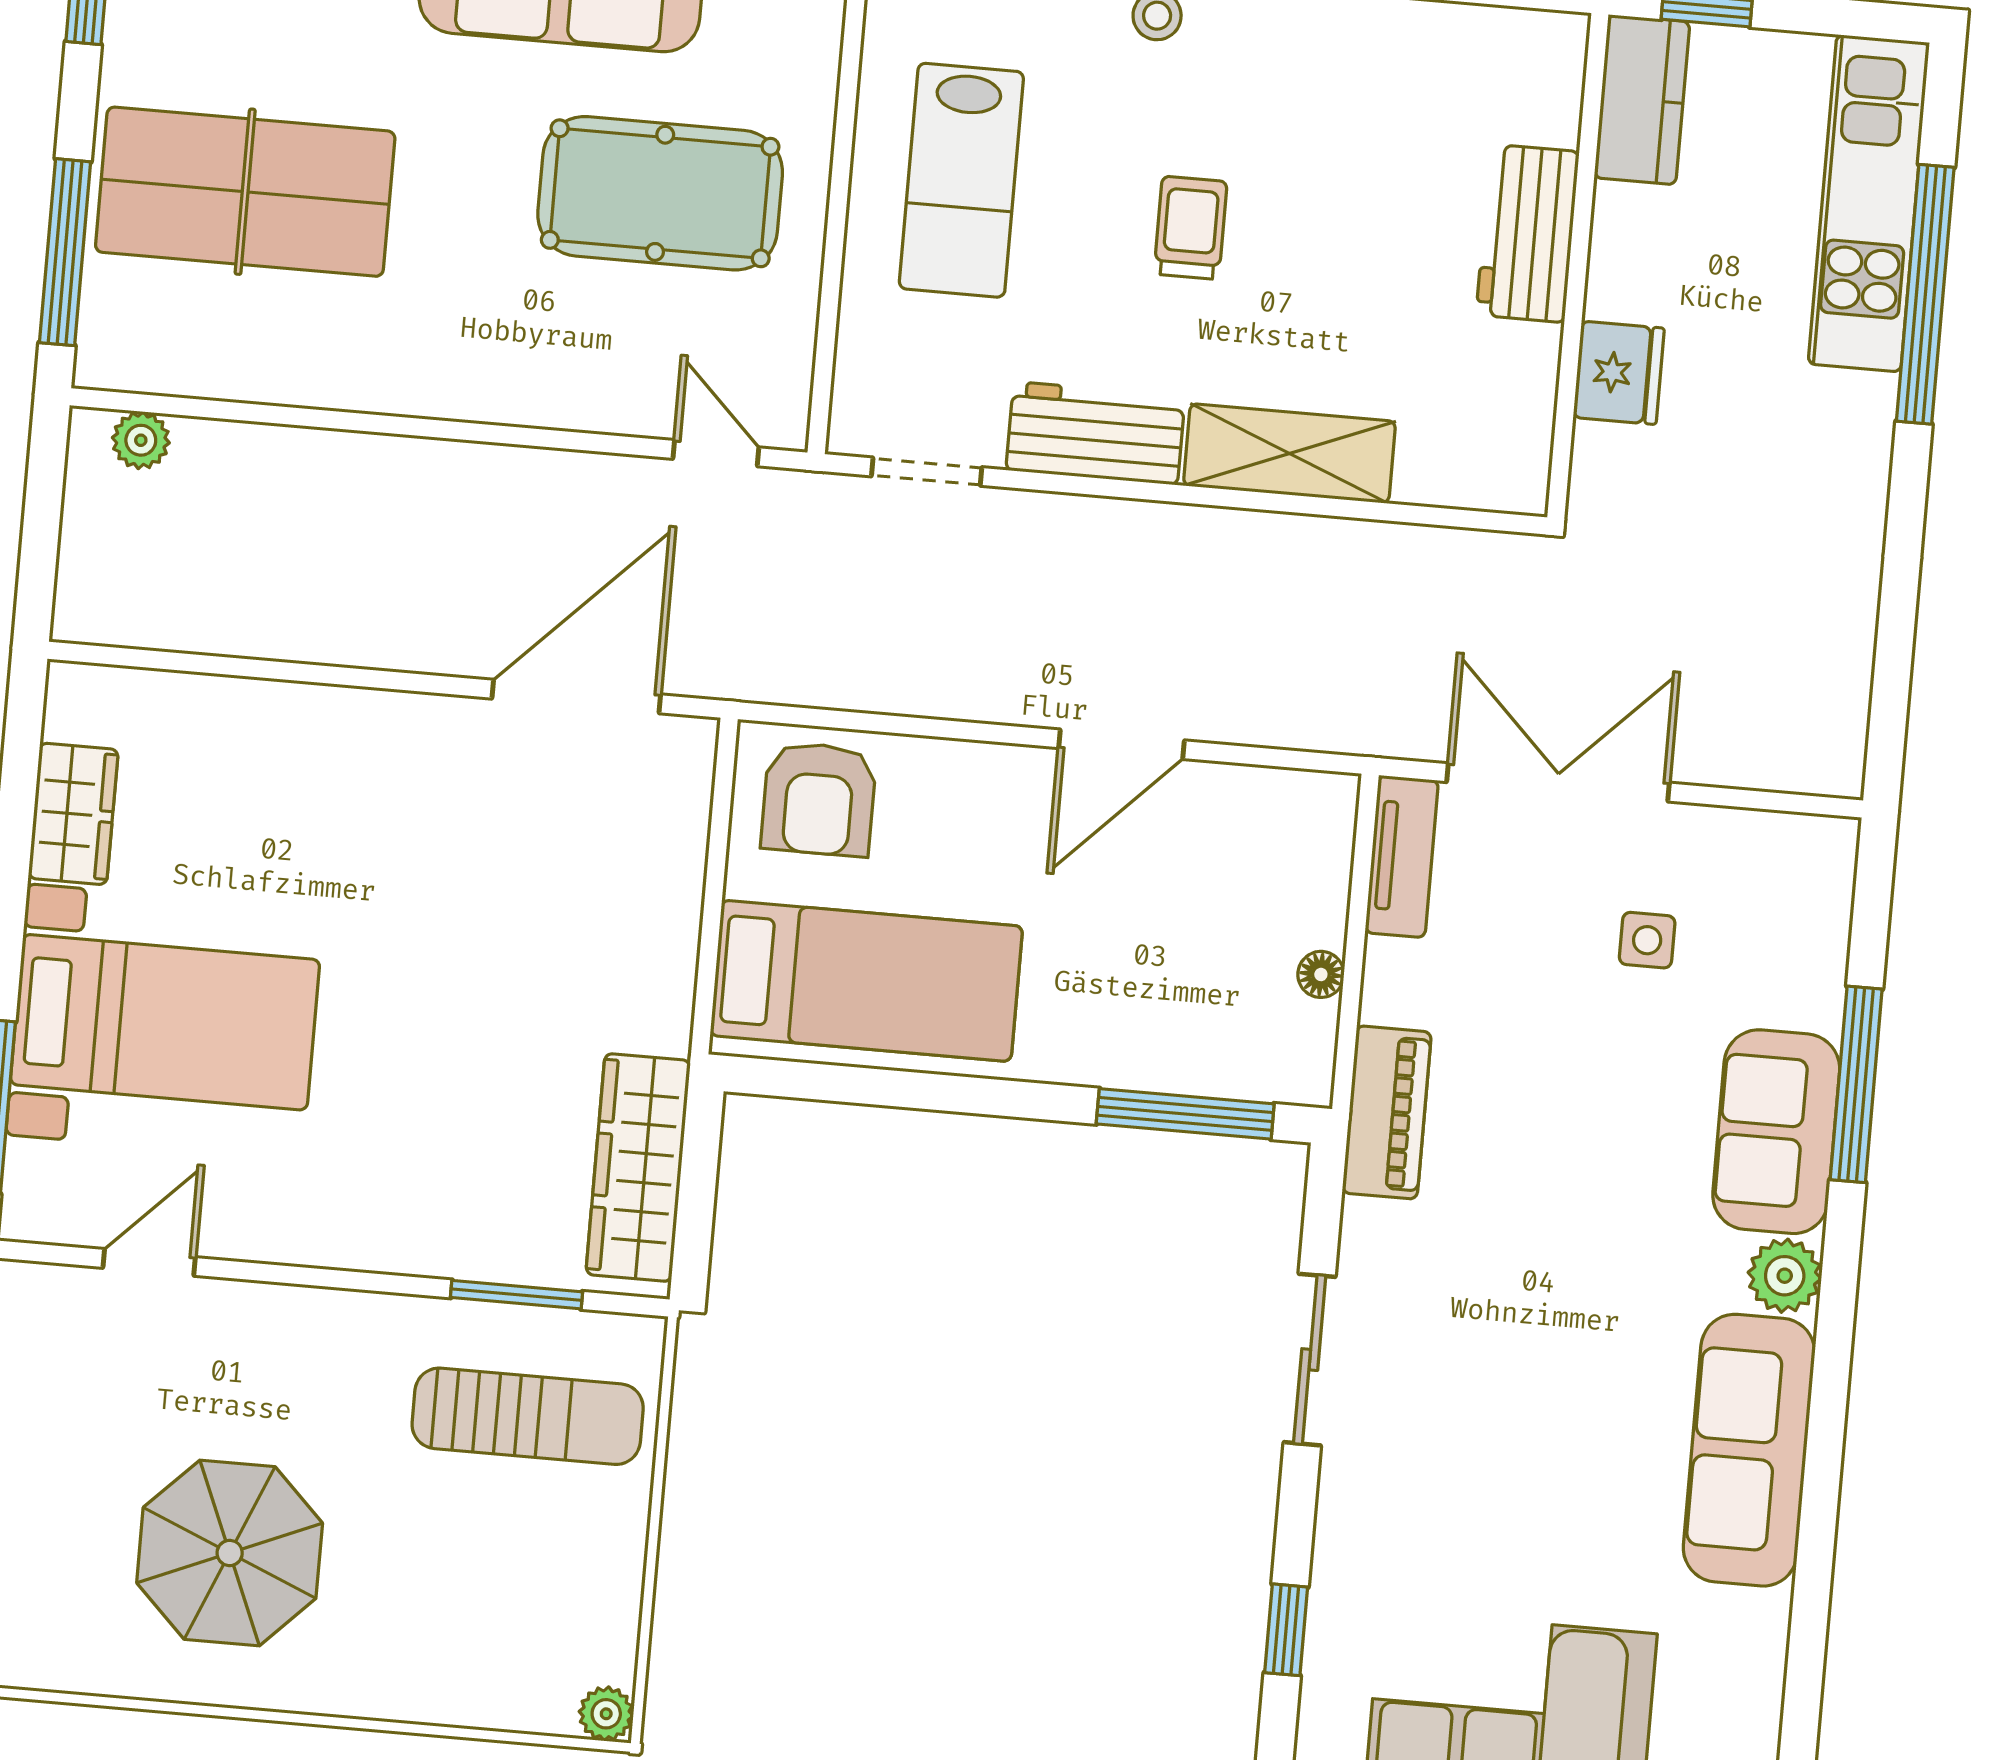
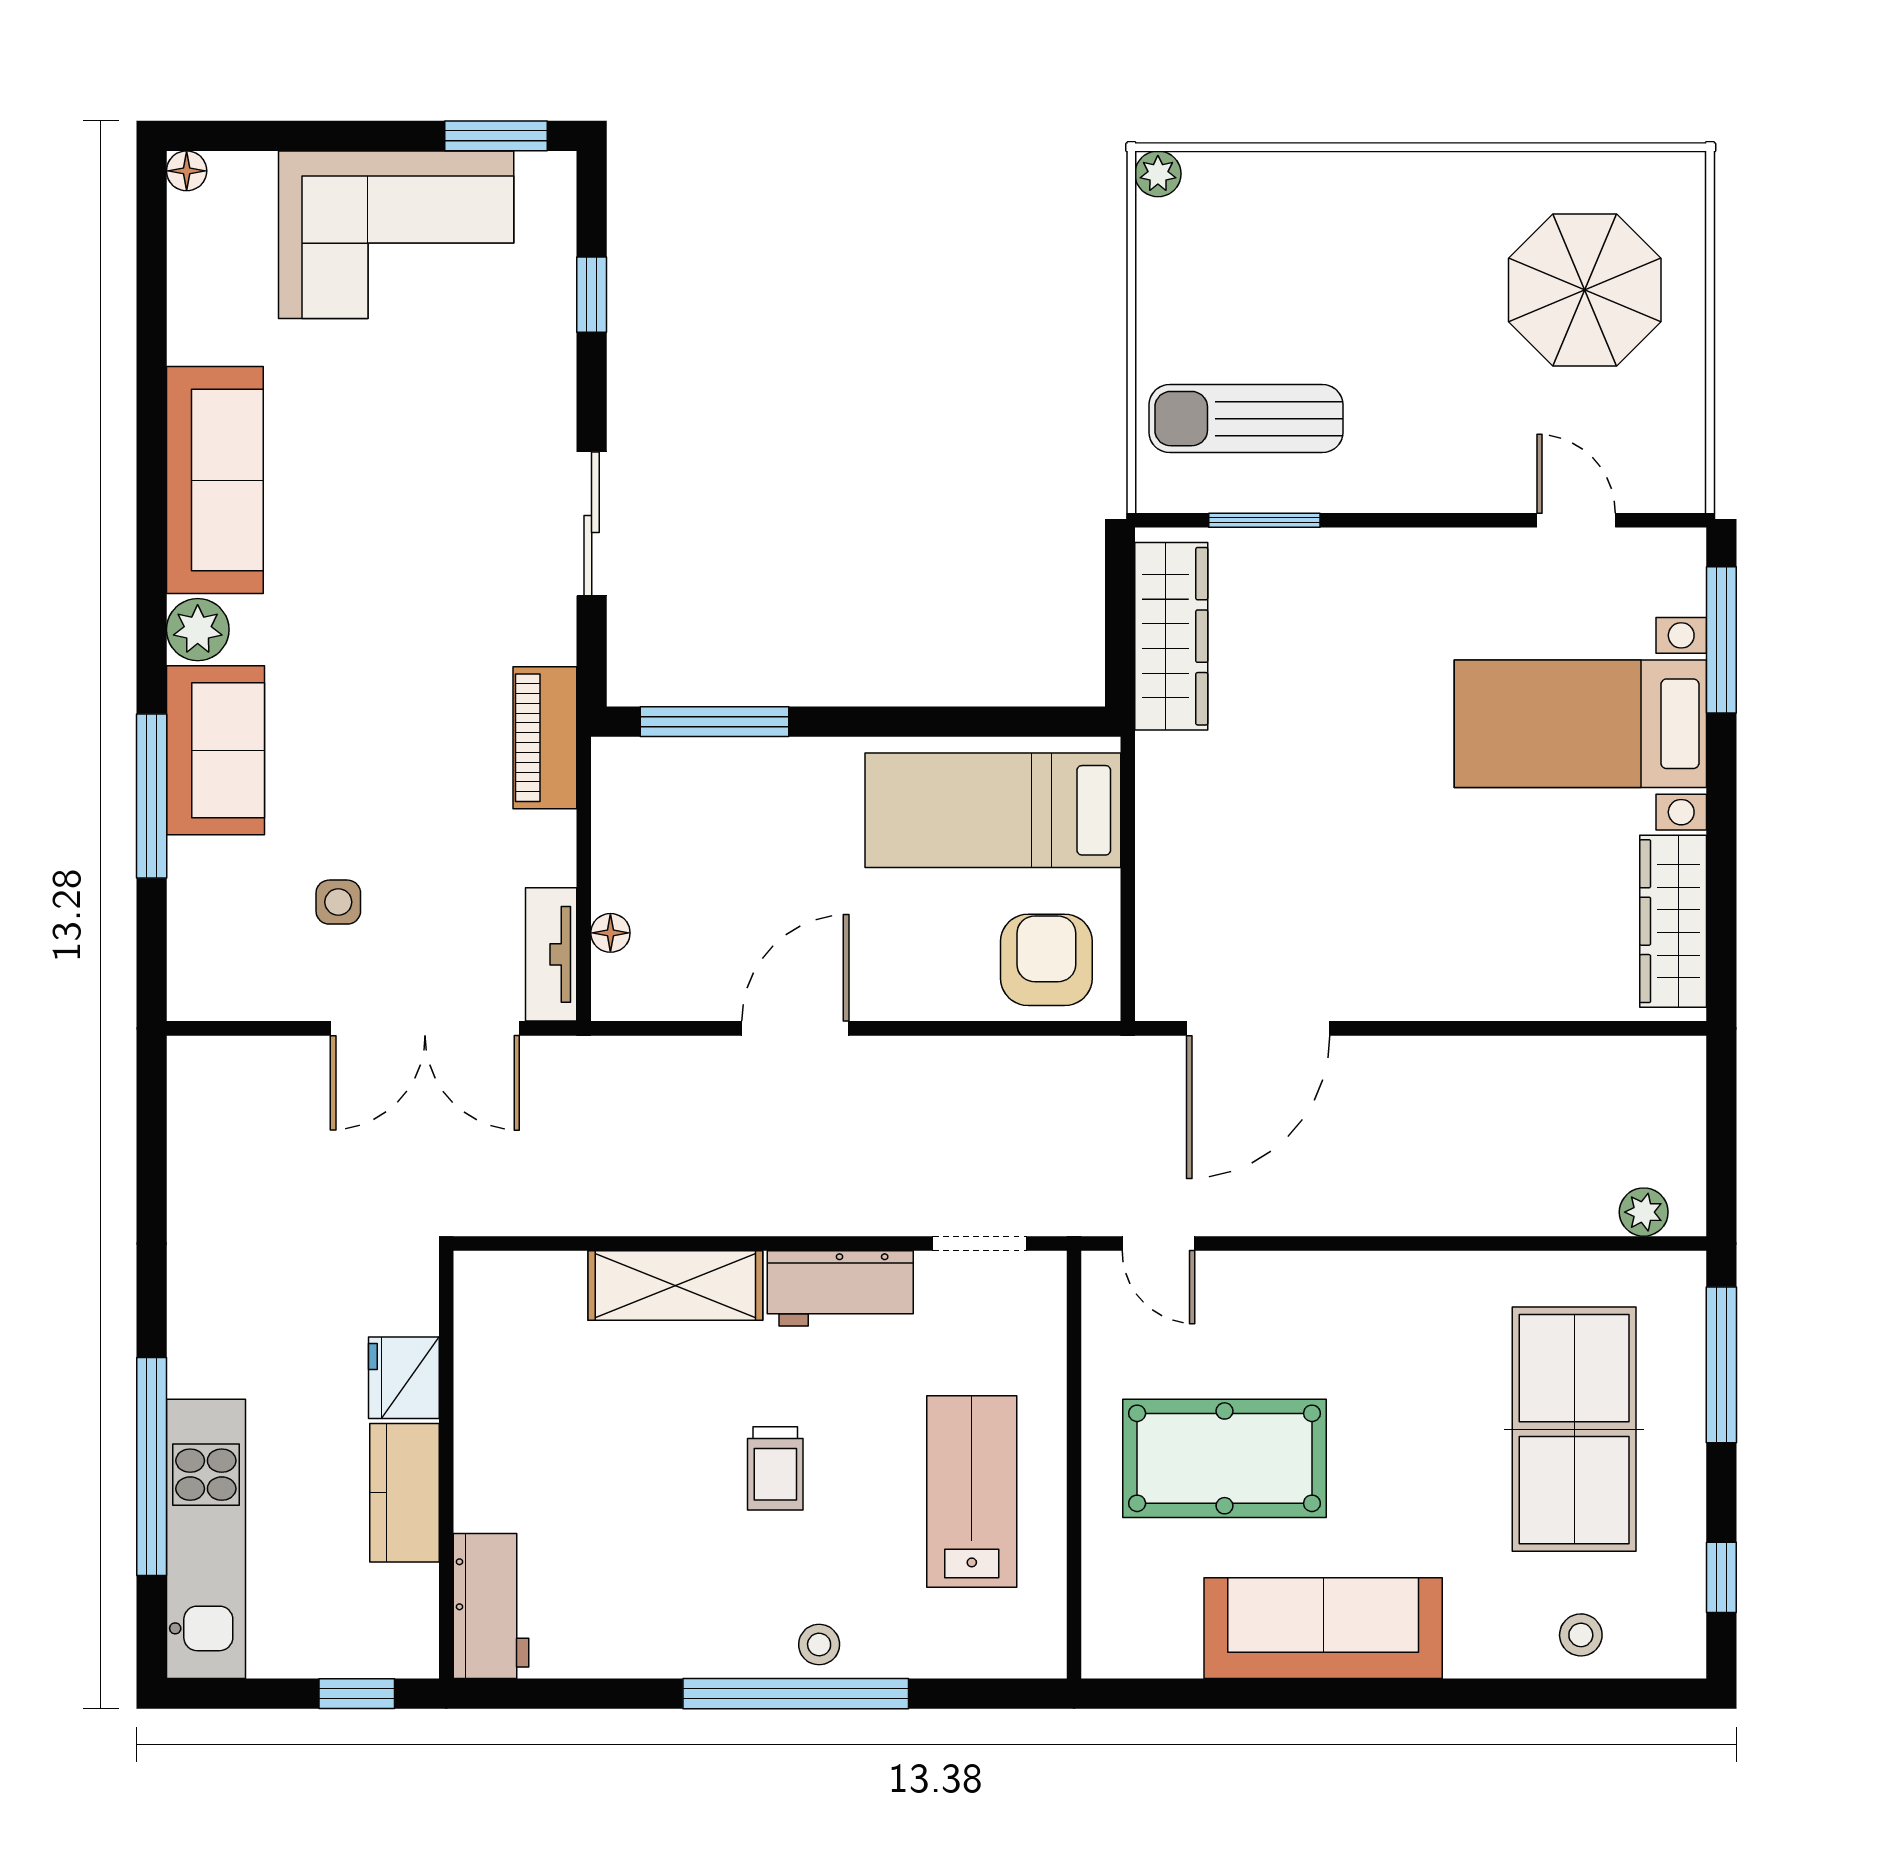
kitchen counter: (1642, 100) -> (404, 1493), moved
table tennis table: (245, 192) -> (1574, 1429), turned 90
workbench: (1528, 233) -> (491, 1606), moved
wardrobe: (73, 814) -> (1673, 921), width x1.50
floor lamp: (1321, 974) -> (610, 933), moved
door: (149, 1262) -> (1576, 520), swing flipped
parasol: (230, 1553) -> (1585, 290), moved

